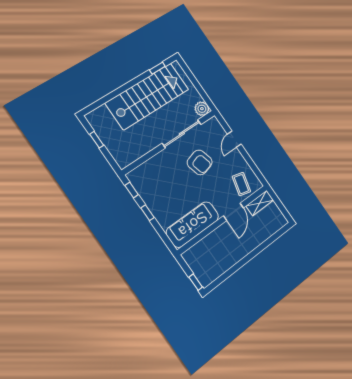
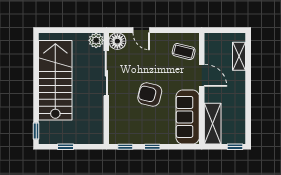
window: (157, 68) -> (36, 131), moved
floor lamp: (213, 126) -> (117, 41), added
armchair: (200, 162) -> (150, 95), moved, turned -151
shelving: (260, 203) -> (239, 56), moved
shelving: (202, 249) -> (213, 124), added

